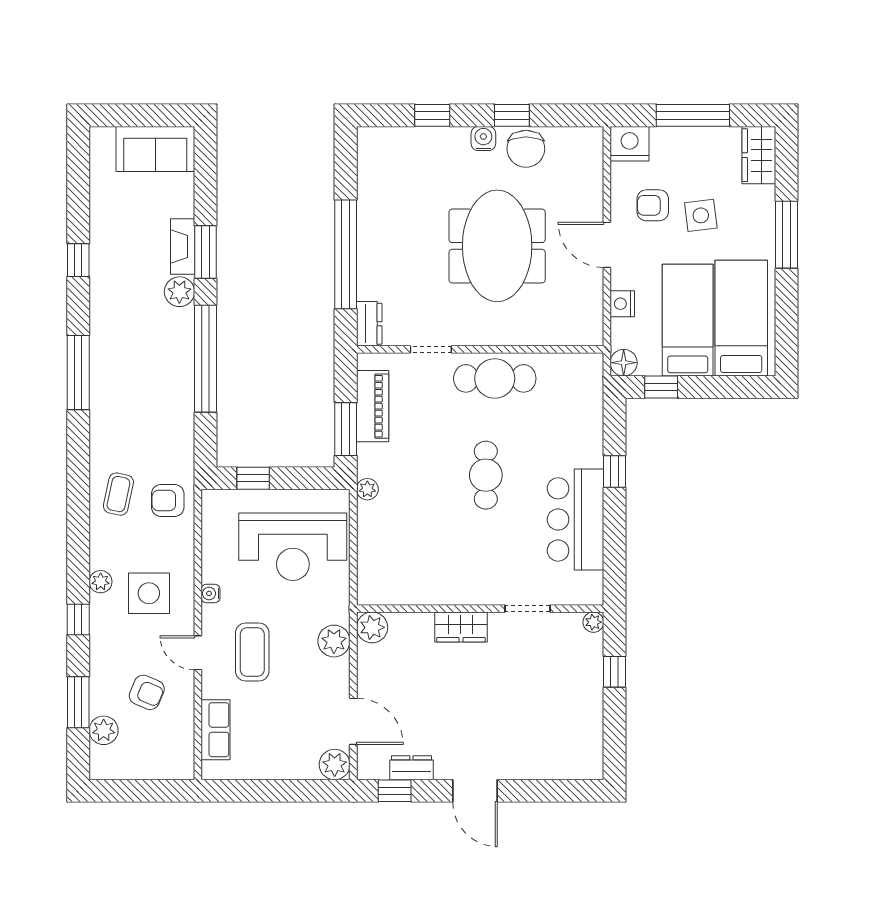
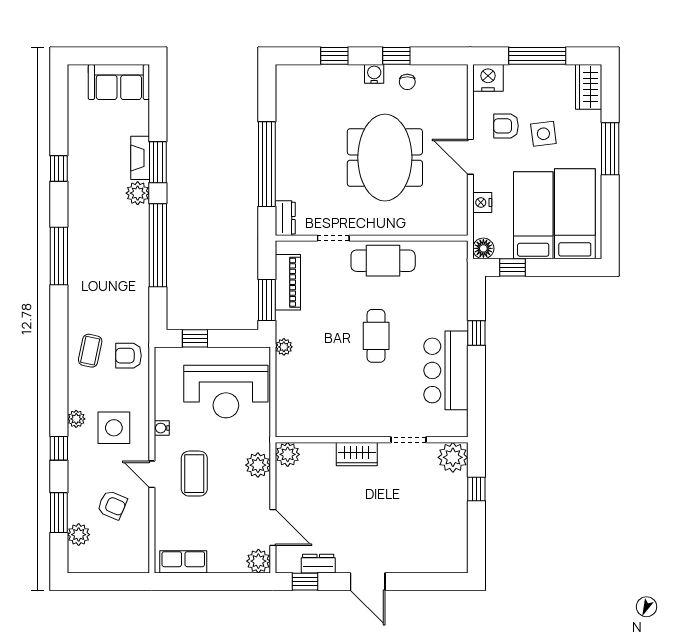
chair: (526, 149) -> (407, 82), width x0.54, depth x0.54
plant: (593, 622) -> (453, 457), width x1.87, depth x1.87
row of seats: (215, 730) -> (183, 562), moved, turned -90

